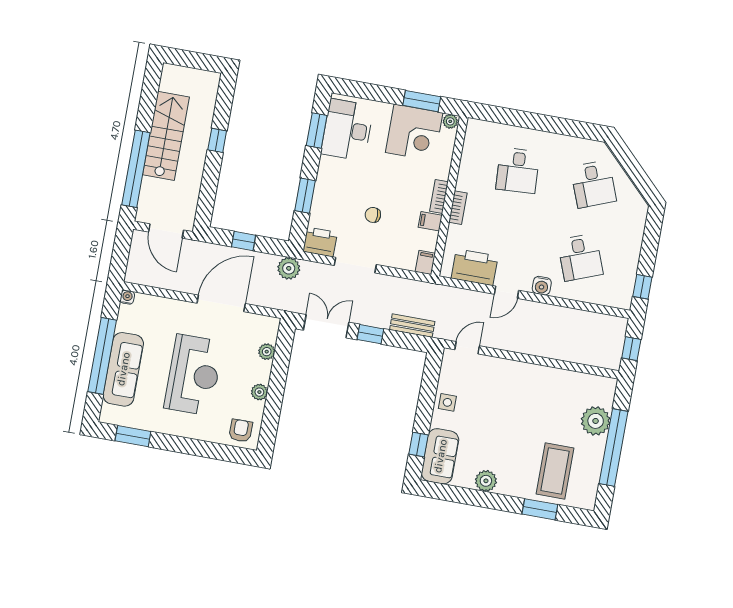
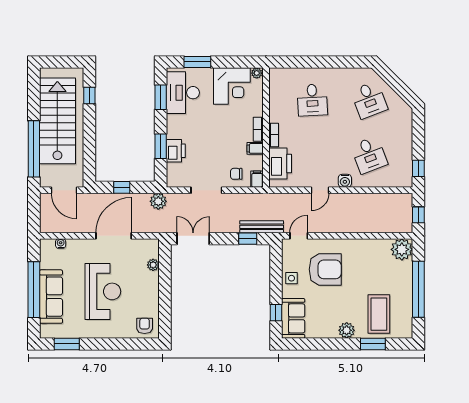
window: (422, 101) -> (197, 62), moved
stairs: (166, 136) -> (57, 121), width x1.36, depth x1.51
window: (217, 140) -> (89, 96), moved
chair: (373, 215) -> (236, 174), moved
printer: (320, 242) -> (176, 151), moved, turned 90
printer: (475, 267) -> (280, 164), moved, turned 90
water cooler: (127, 297) -> (61, 243), moved
bench: (412, 326) -> (262, 227), width x1.36
window: (370, 334) -> (248, 239), moved
plant: (259, 392) -> (153, 295), removed
armchair: (494, 399) -> (325, 269), added
plant: (596, 421) -> (402, 249), moved
plant: (486, 481) -> (347, 330), moved

